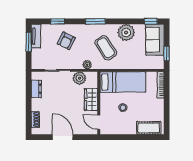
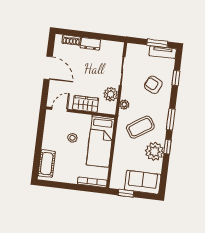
window: (151, 21) -> (167, 147), moved
dresser: (36, 89) -> (90, 44), moved
door: (63, 137) -> (48, 68), hinge flipped

